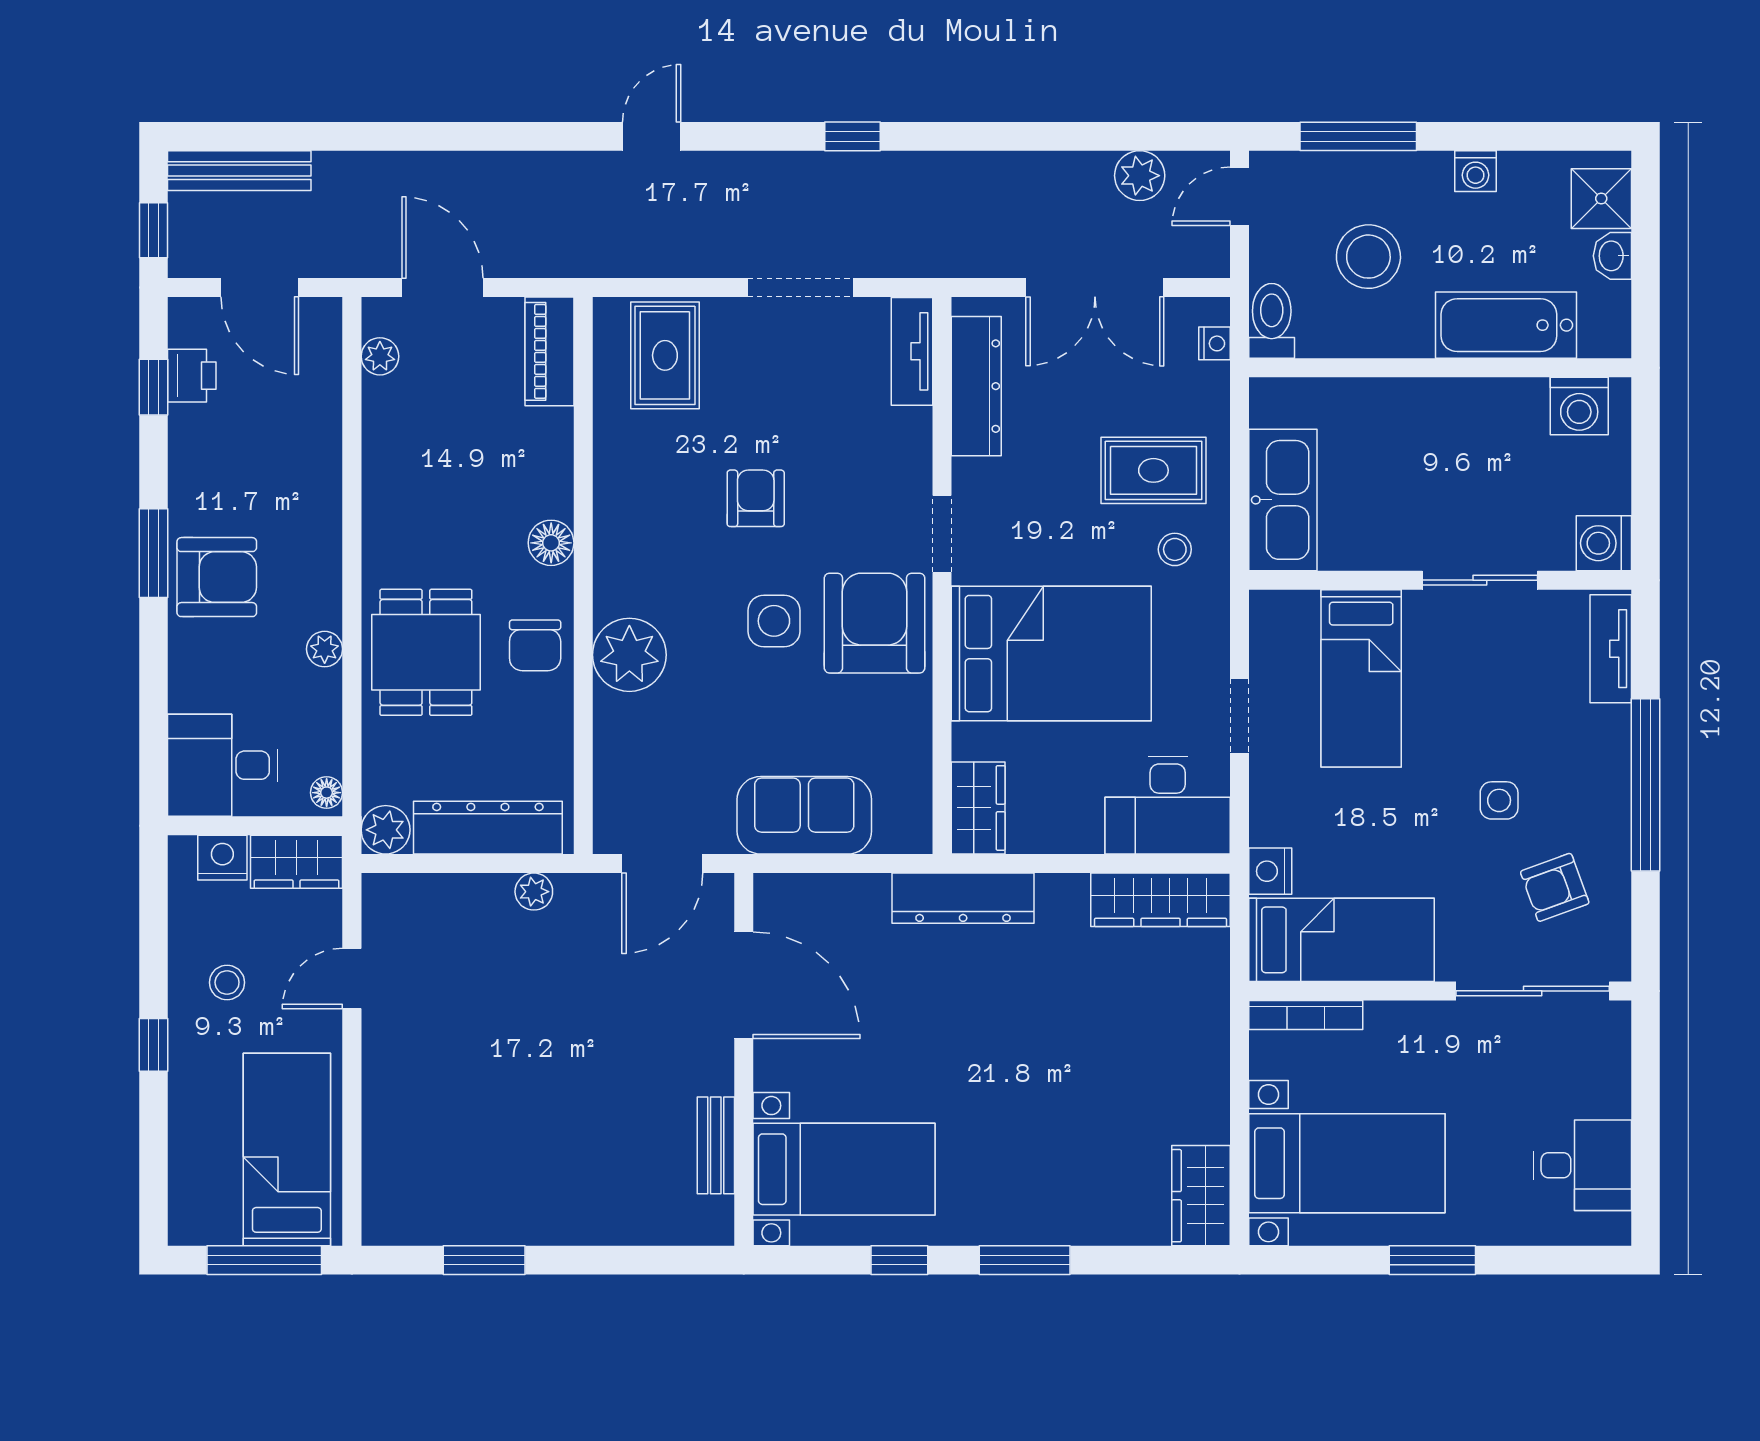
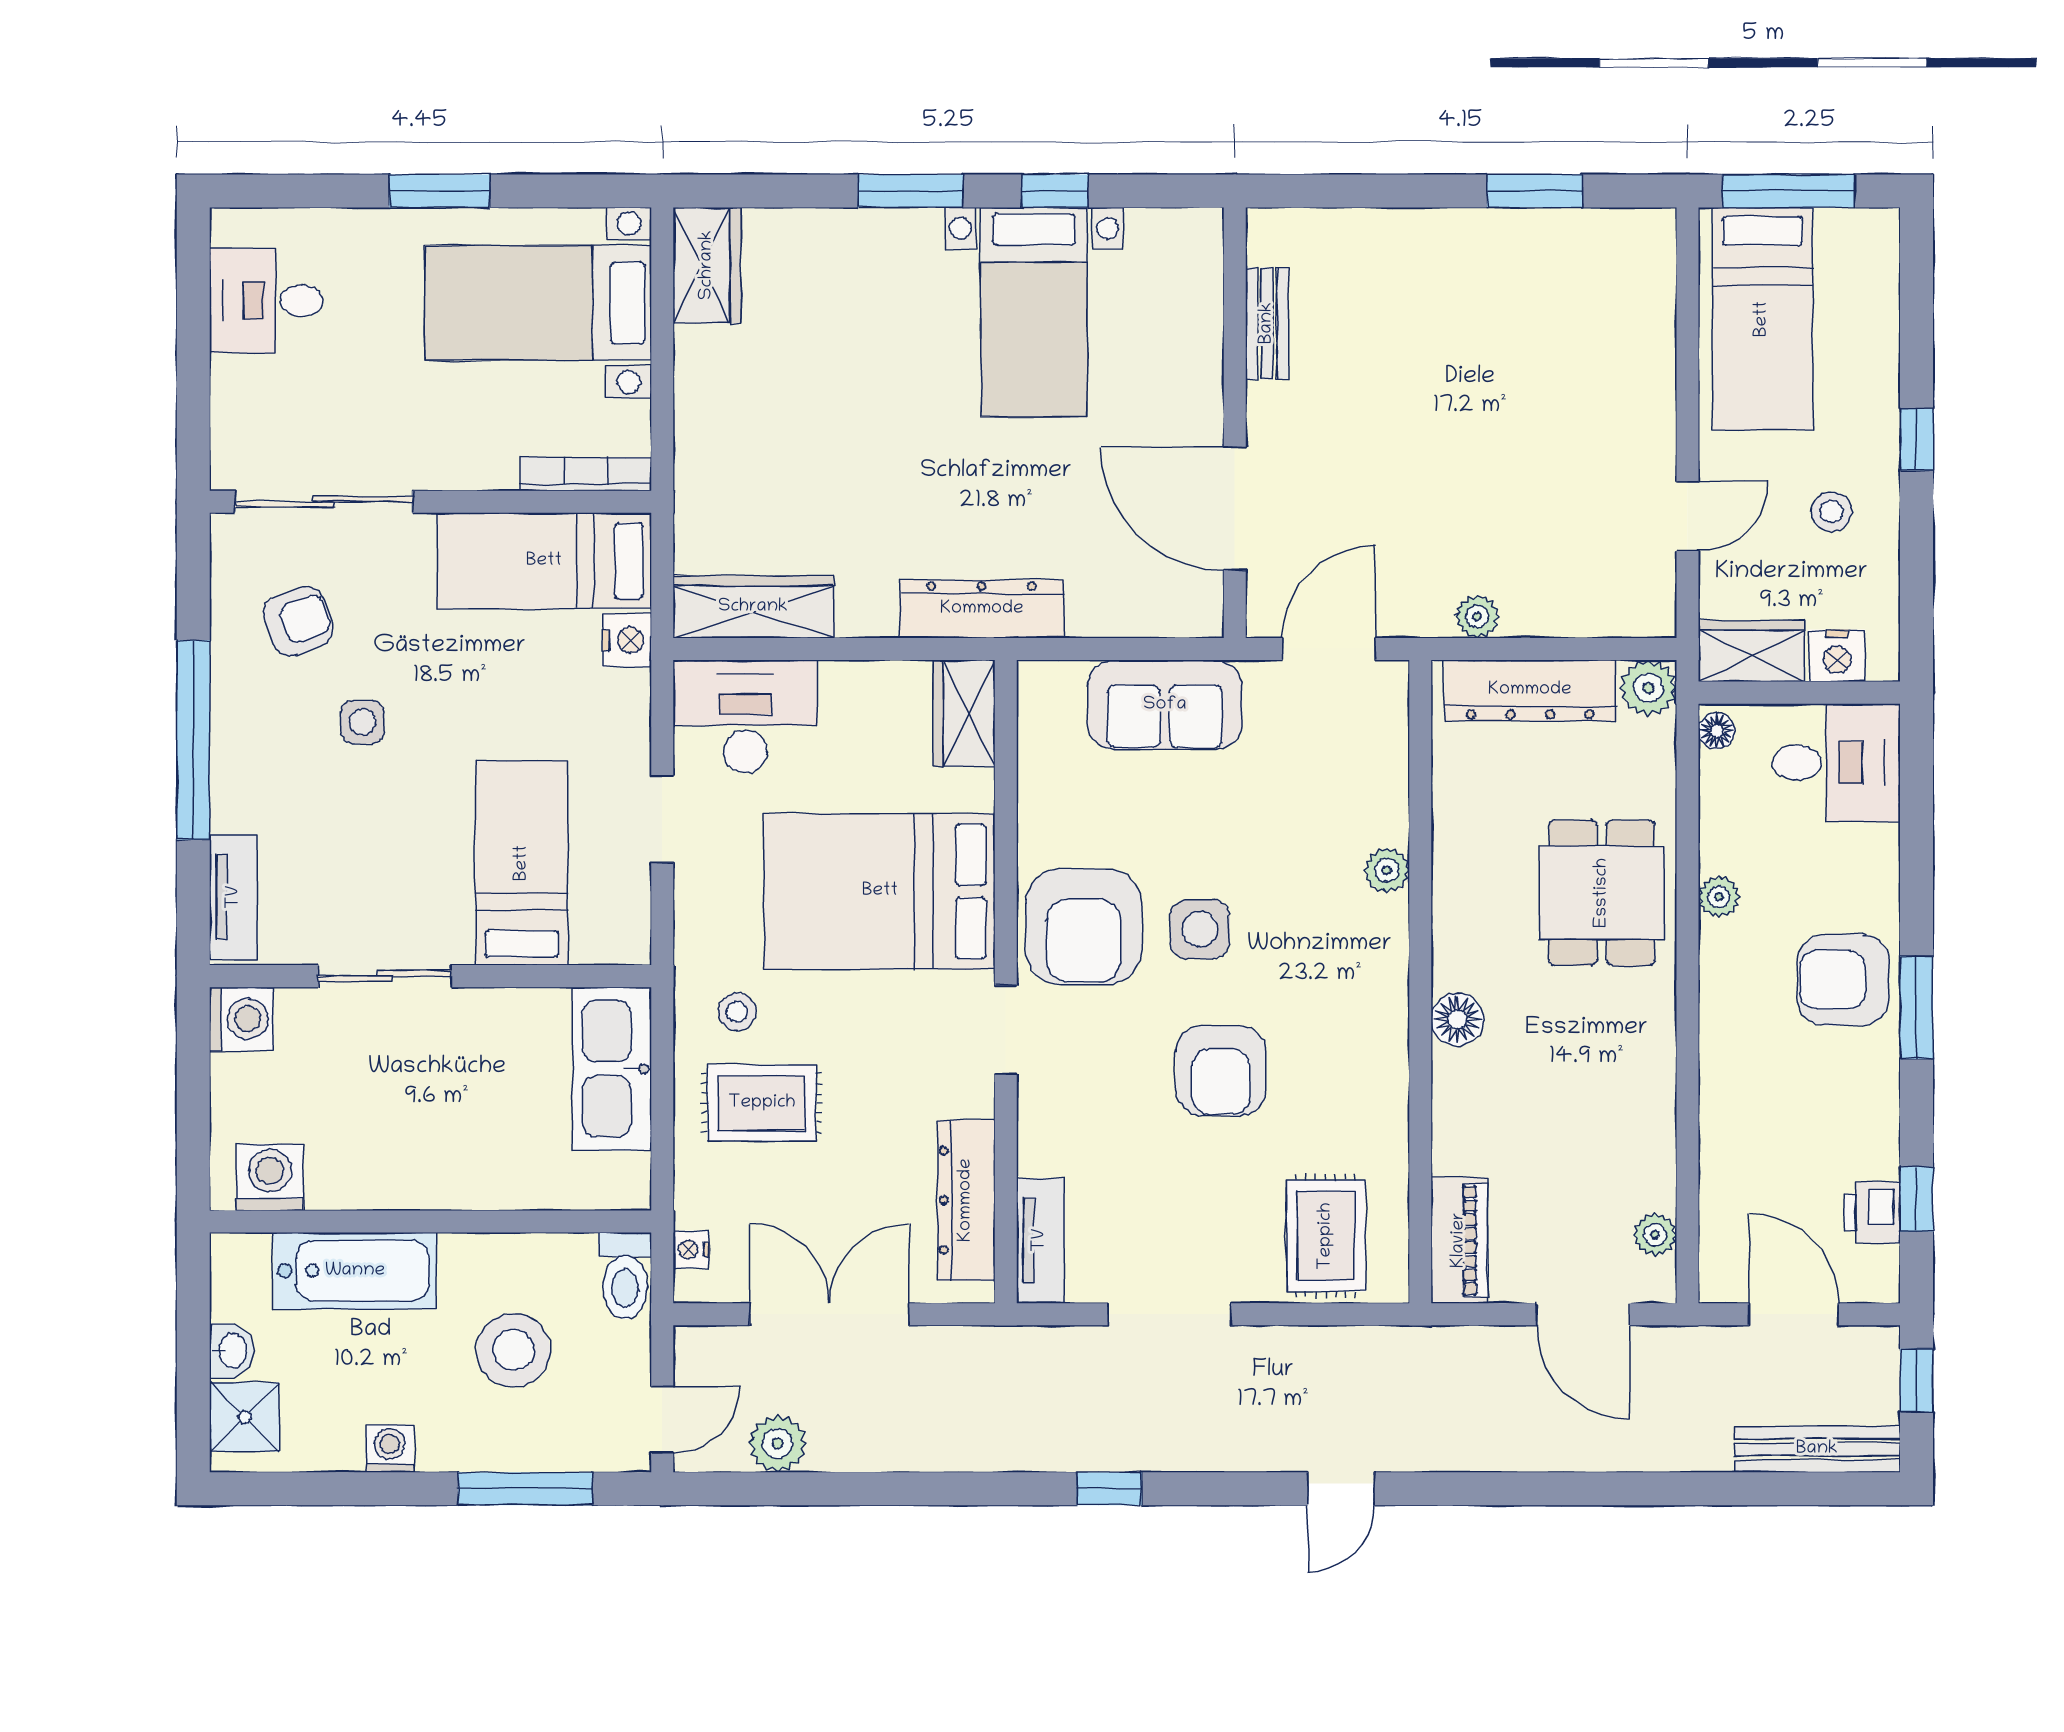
armchair: (756, 498) -> (1221, 1071), width x1.38, depth x1.38
chair: (535, 645) -> (1476, 901), removed
plant: (629, 655) -> (1387, 870), width x0.53, depth x0.53
bed with nightstands: (844, 1169) -> (1034, 312), moved, turned -90

